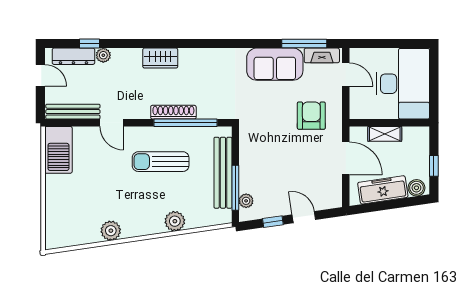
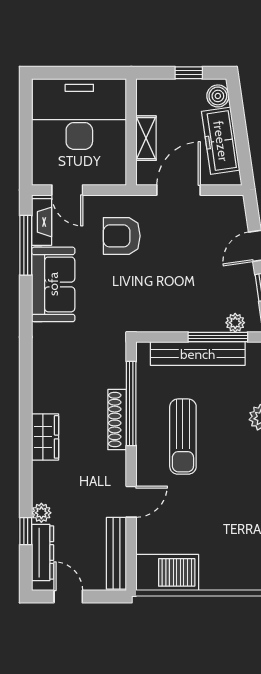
door: (40, 75) -> (68, 596), hinge flipped
door: (346, 75) -> (67, 190), swing flipped

